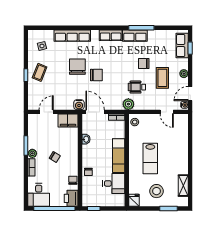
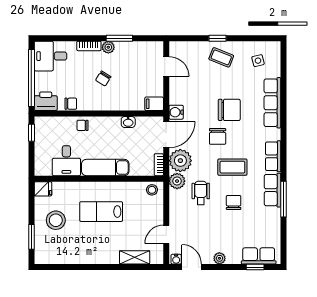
coffee table: (162, 78) -> (232, 167), moved
plant: (114, 102) -> (180, 161), added
filing cabinet: (68, 121) -> (154, 104), width x0.50
shelving: (183, 186) -> (135, 257), moved

